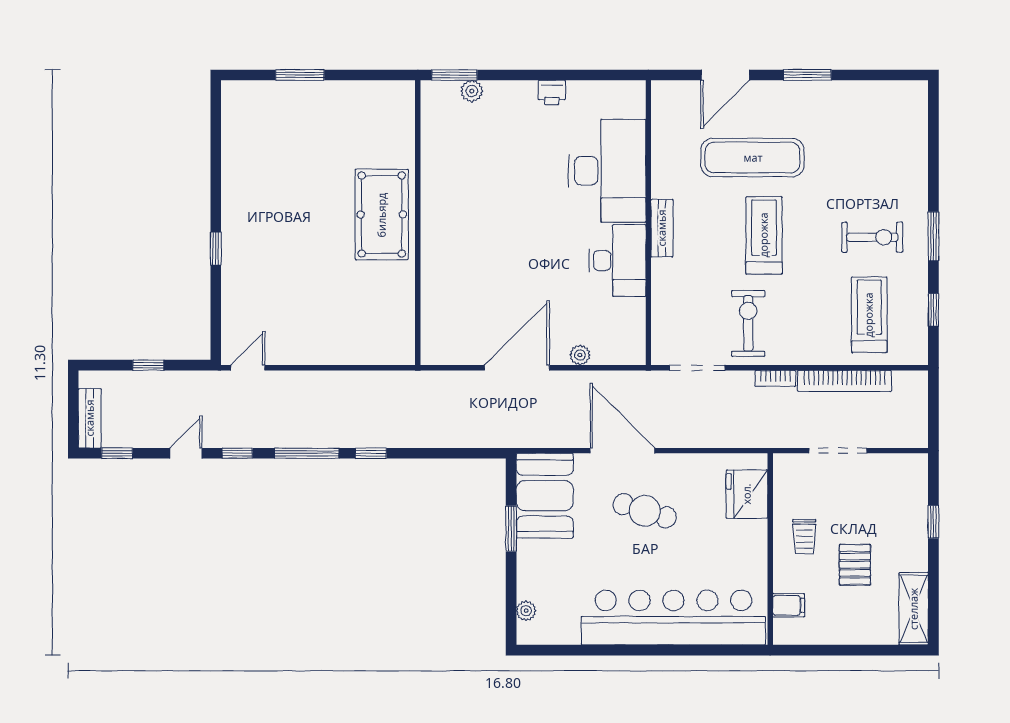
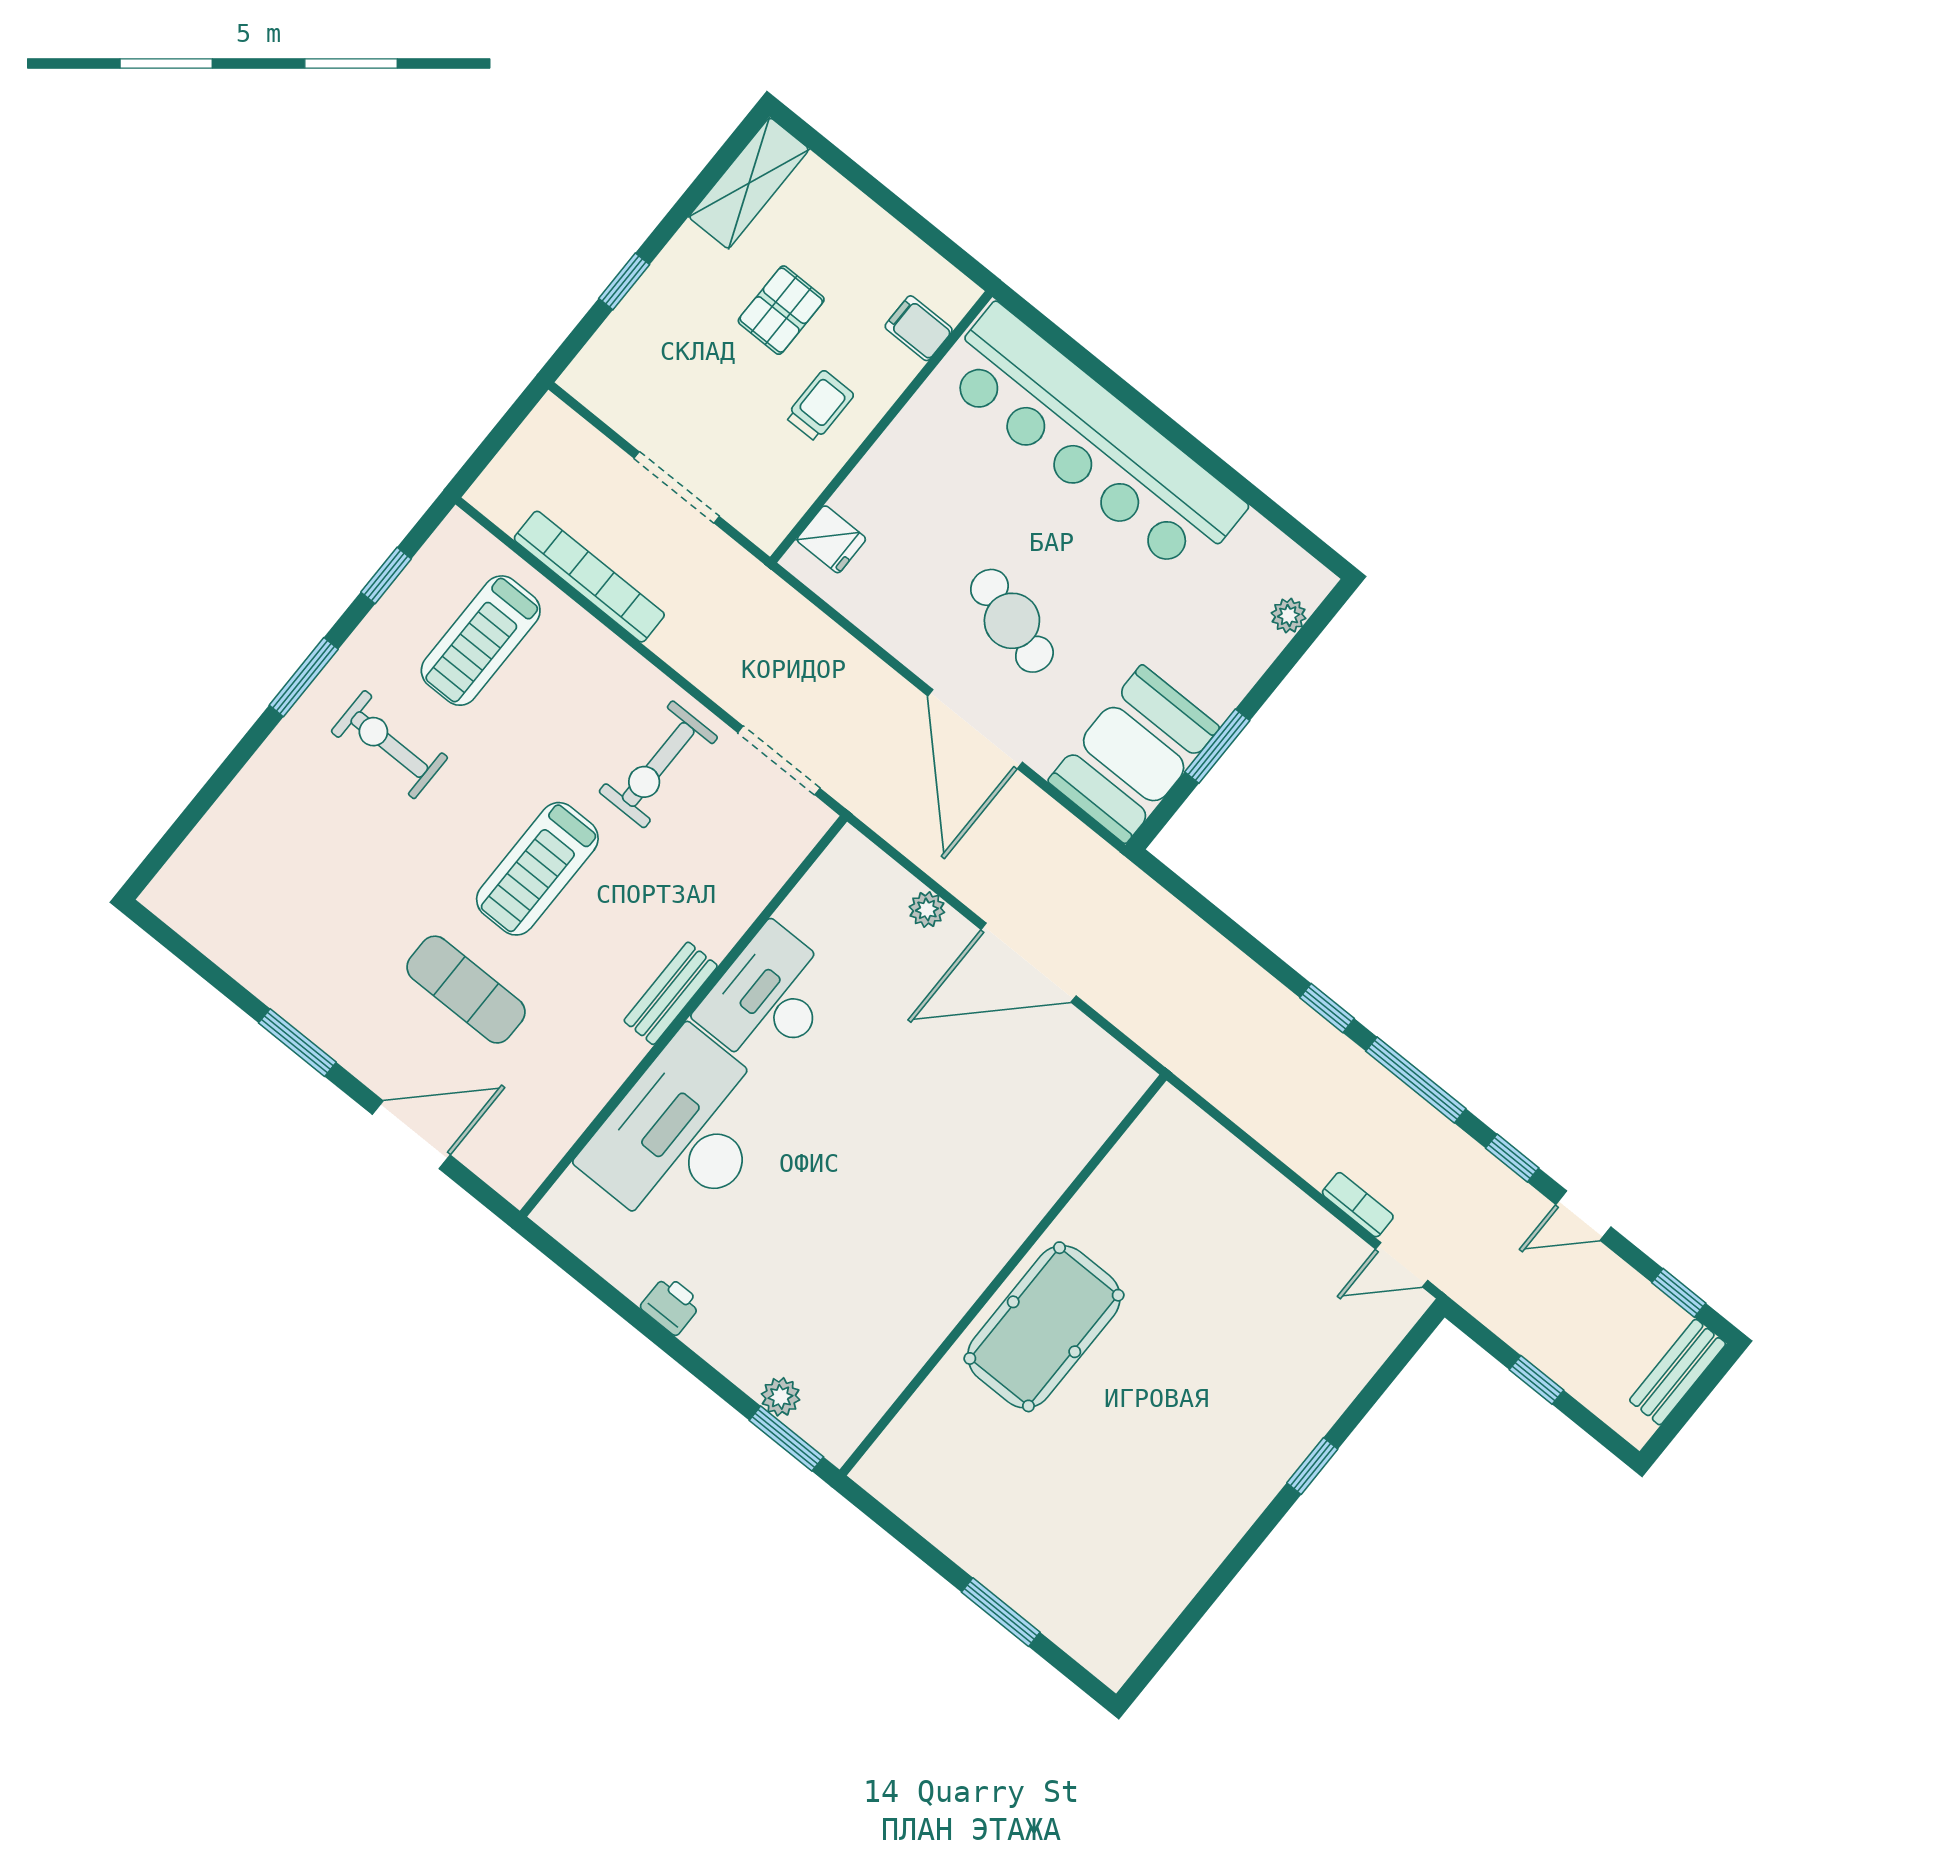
exercise mat: (753, 158) -> (466, 990), width x0.73, depth x0.69
bookcase: (775, 378) -> (1358, 1205), moved
fridge: (747, 494) -> (831, 539), width x0.53, depth x0.75

